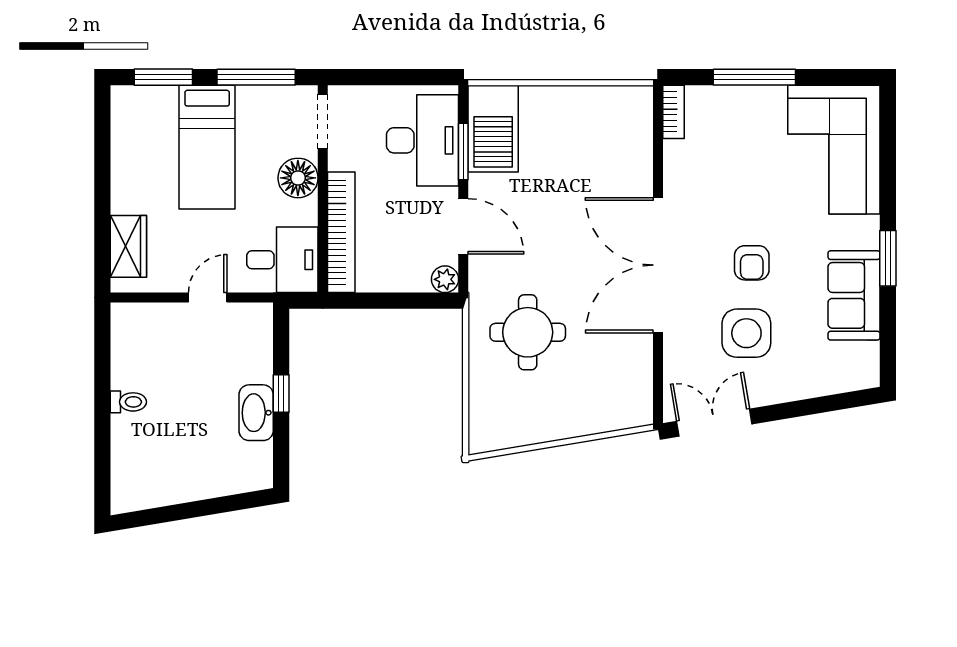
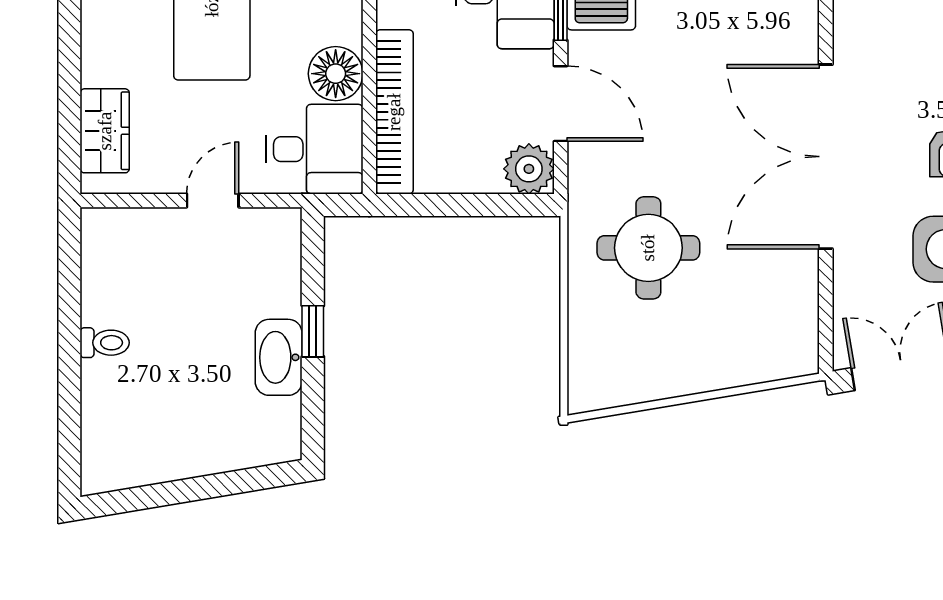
floor lamp: (298, 178) -> (336, 74), moved
plant: (445, 279) -> (529, 169), width x1.38, depth x1.38

